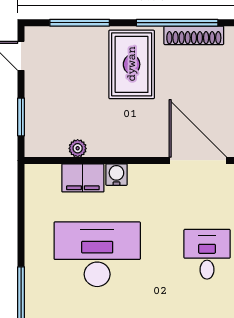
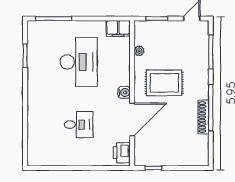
rug: (132, 64) -> (164, 83), moved
water cooler: (116, 175) -> (124, 92), moved
filing cabinet: (83, 178) -> (118, 28), moved, turned -90

